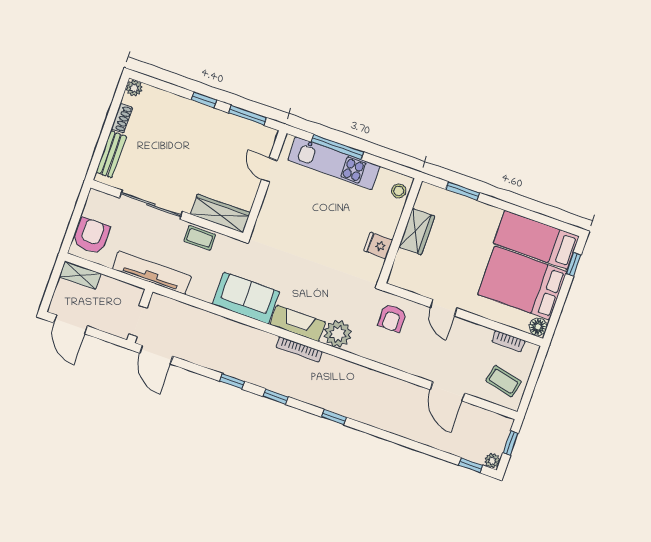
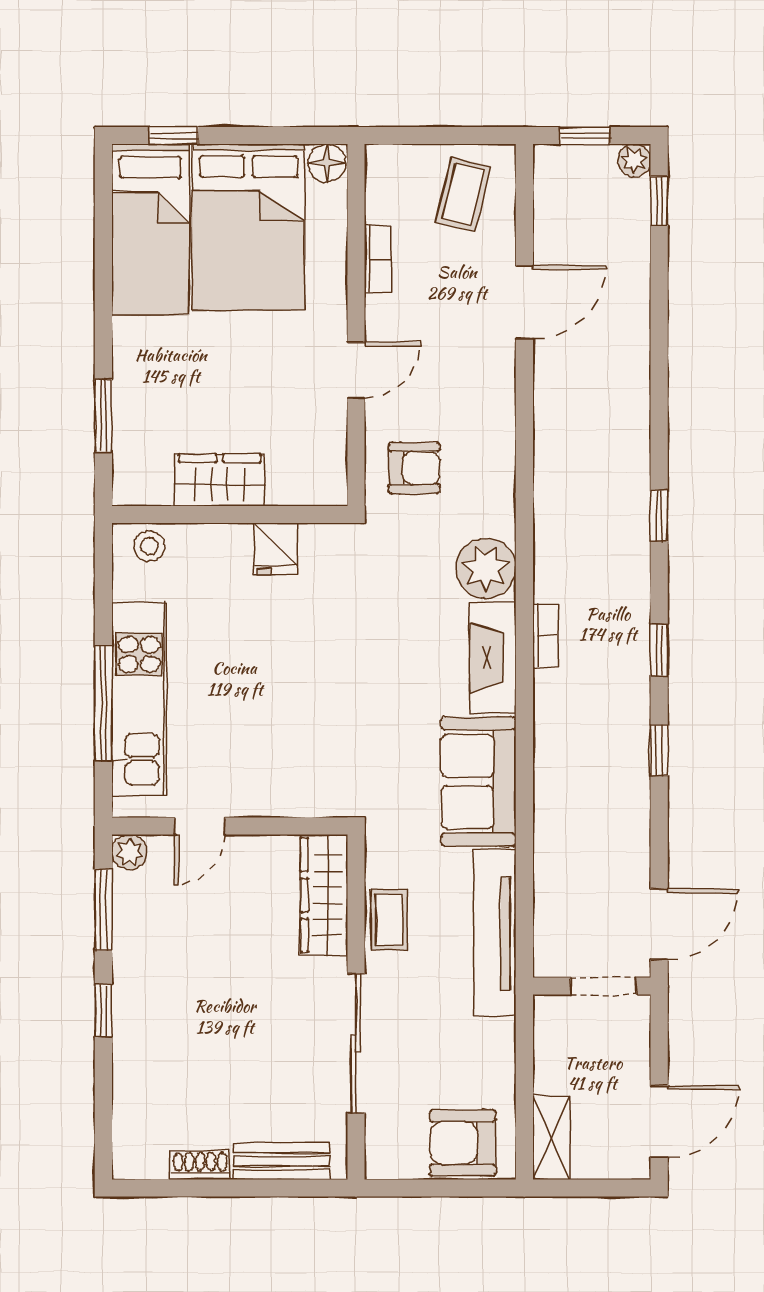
plant: (134, 88) -> (130, 852), moved
tv unit: (152, 273) -> (495, 933), moved
bookcase: (508, 341) -> (378, 259), moved
bookcase: (299, 349) -> (545, 636), width x0.64

